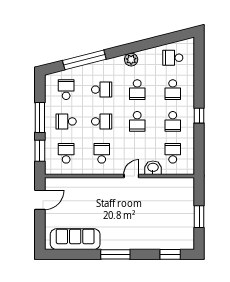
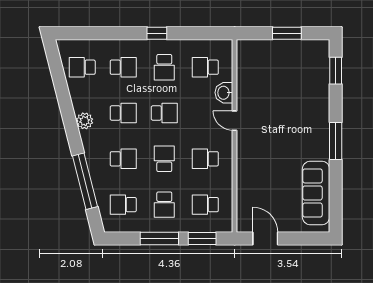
school desk: (173, 58) -> (82, 67), turned 90
school desk: (102, 90) -> (123, 159), turned 90
school desk: (173, 121) -> (164, 67), turned 90

